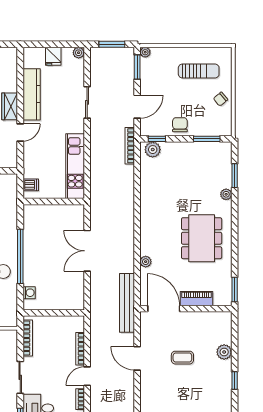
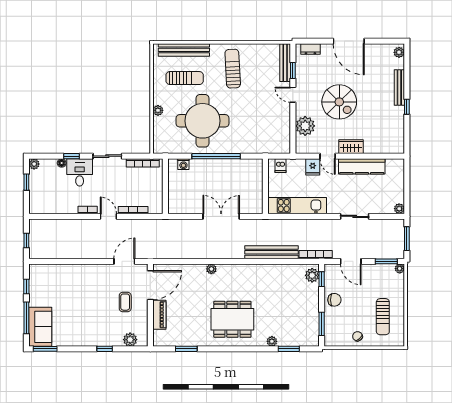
fridge: (53, 56) -> (313, 167), moved, turned -90
piano: (197, 299) -> (159, 315), moved
bench: (127, 303) -> (272, 252), moved
door: (164, 309) -> (150, 285), moved
wall: (186, 309) -> (150, 305), moved

